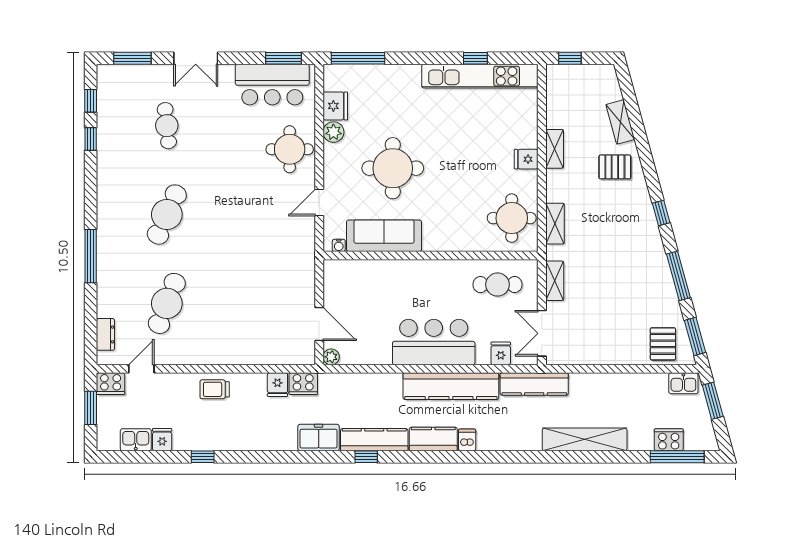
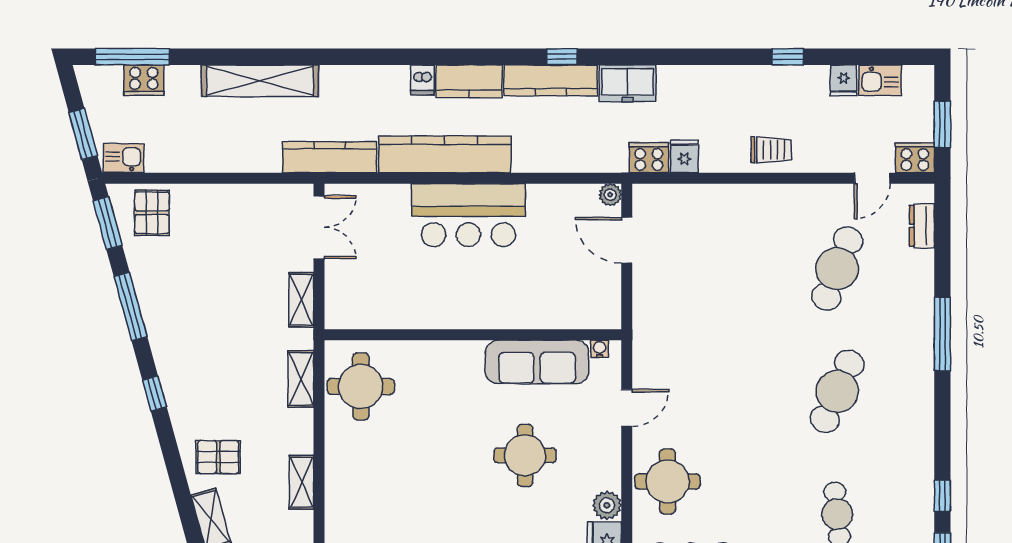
fridge: (526, 159) -> (341, 468), removed
round table: (393, 168) -> (525, 455), width x0.73, depth x0.73
cafe table: (498, 285) -> (380, 295), removed
fridge: (501, 353) -> (376, 199), removed

